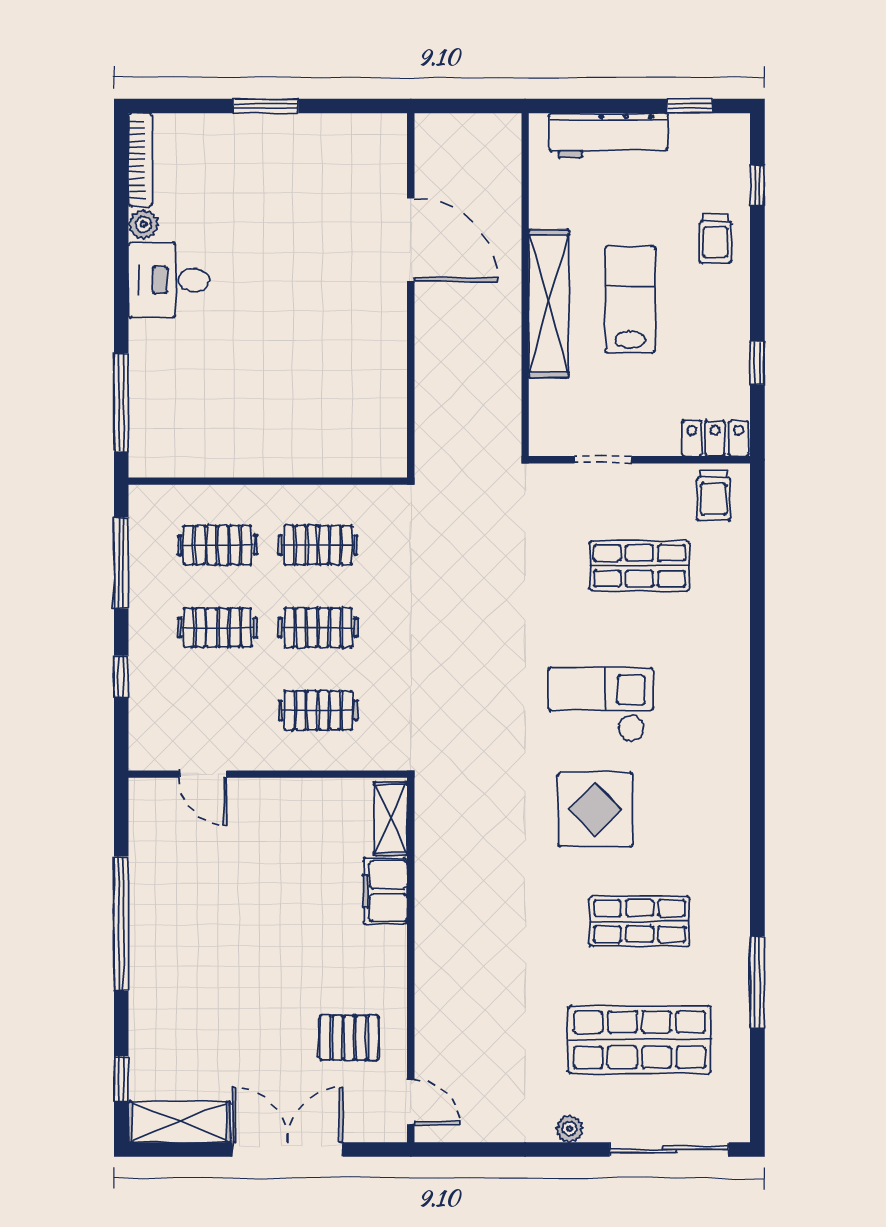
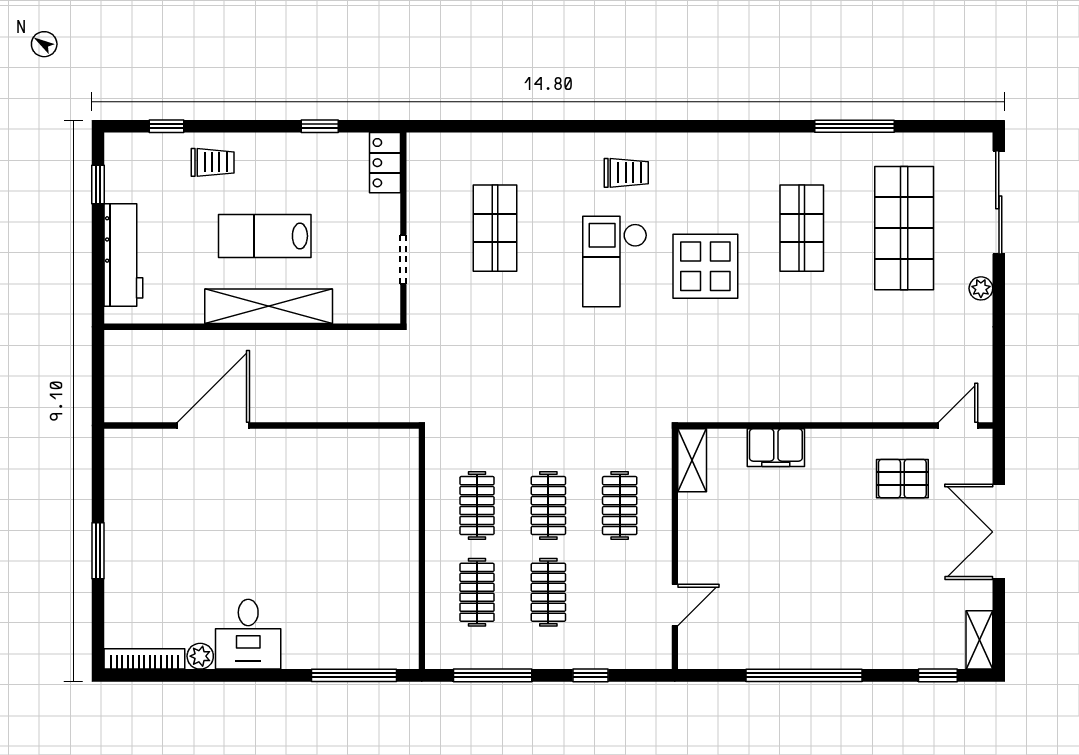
trolley: (713, 495) -> (626, 173), moved
shelving: (391, 819) -> (692, 460), moved, turned 90
pallet: (349, 1038) -> (902, 479), turned 90
shelving: (179, 1122) -> (979, 640), width x0.67, depth x0.75

